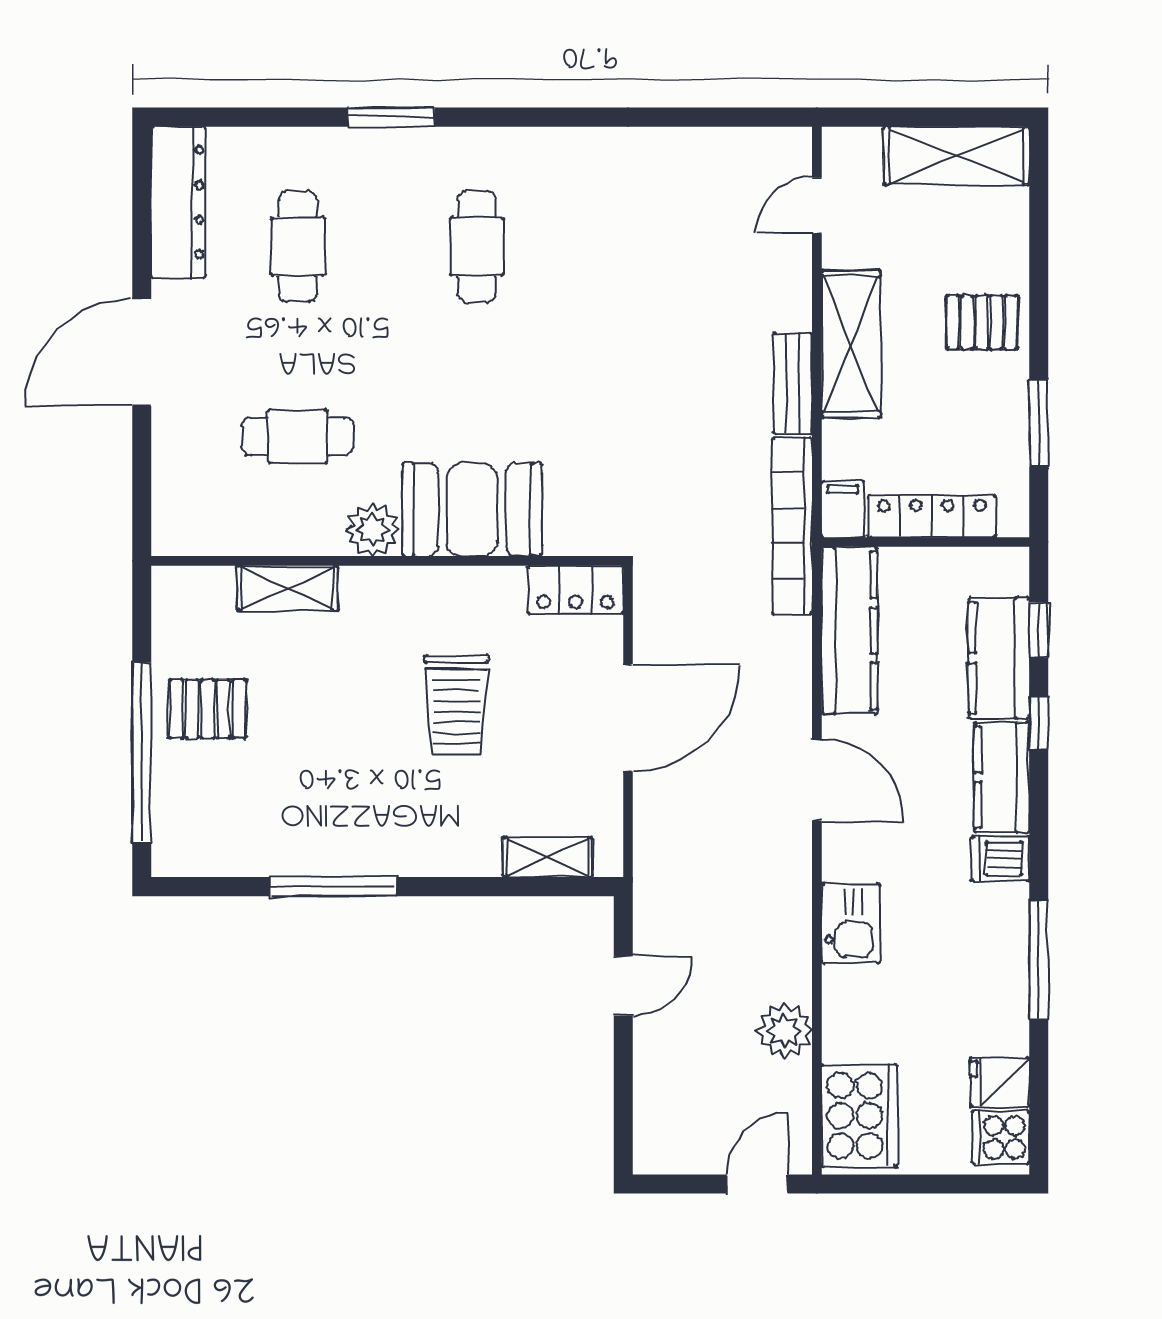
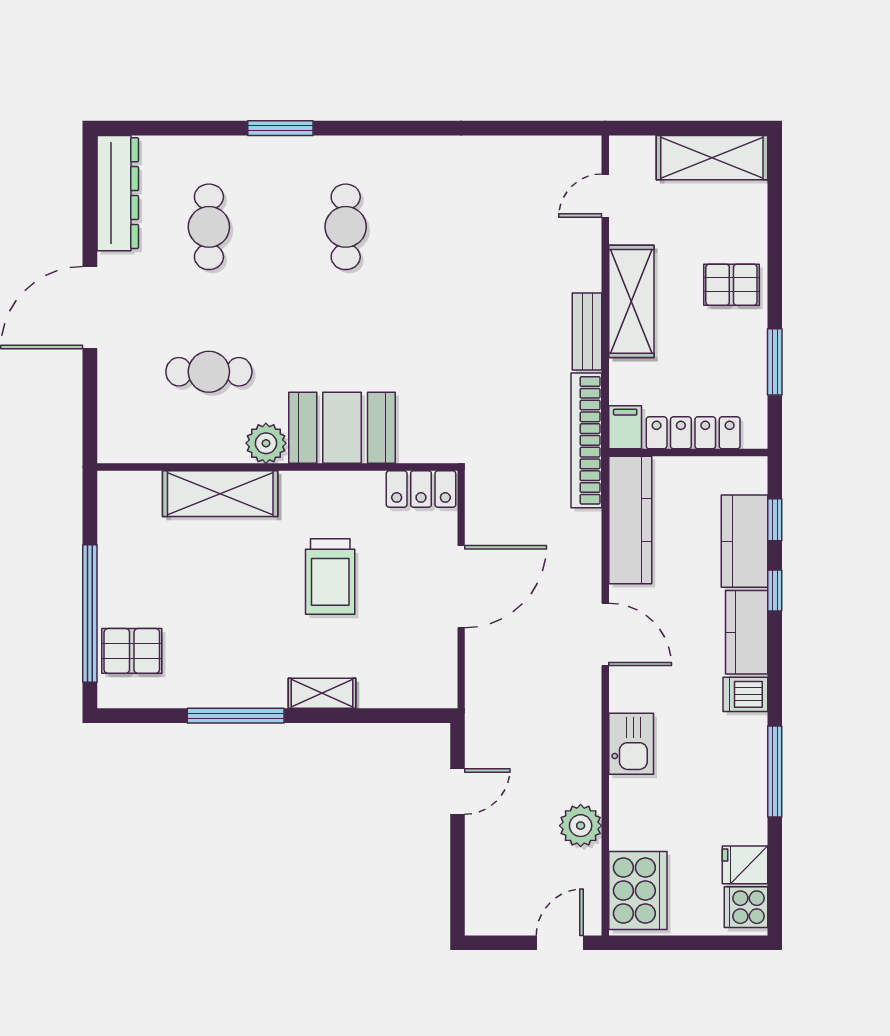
shelving: (287, 588) -> (220, 494), width x1.50, depth x1.33
pallet: (208, 709) -> (132, 651), moved
shelving: (548, 857) -> (322, 693), moved

